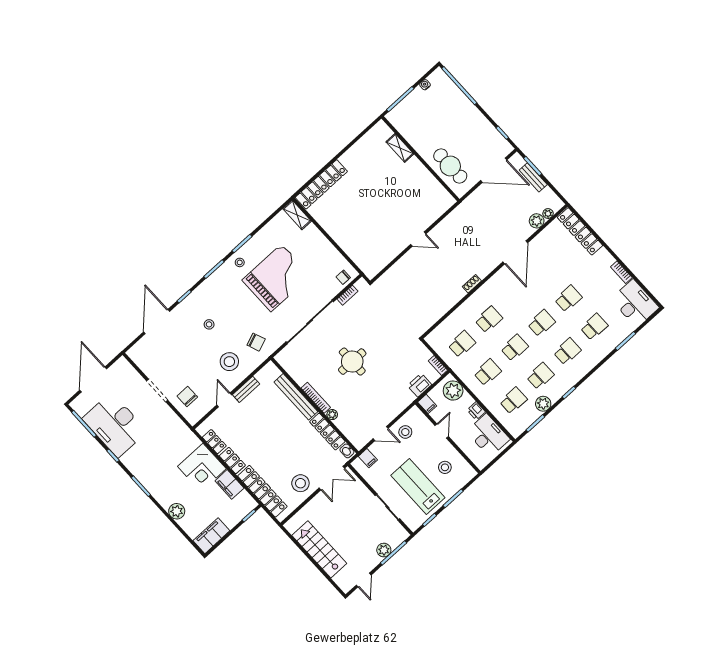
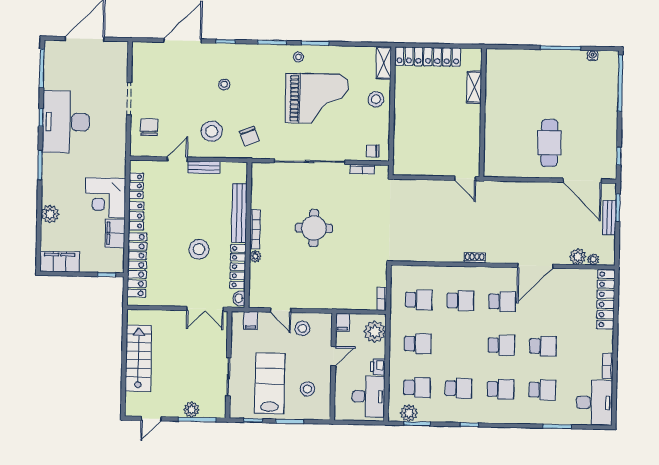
shelving: (400, 148) -> (474, 87), moved
wall: (421, 159) -> (483, 113), moved
stool: (314, 243) -> (376, 99), added
school desk: (515, 348) -> (502, 301), moved
printer: (420, 385) -> (351, 301), removed
plant: (543, 404) -> (409, 413), moved
desk: (115, 425) -> (66, 122), moved
stool: (300, 483) -> (199, 249), moved

